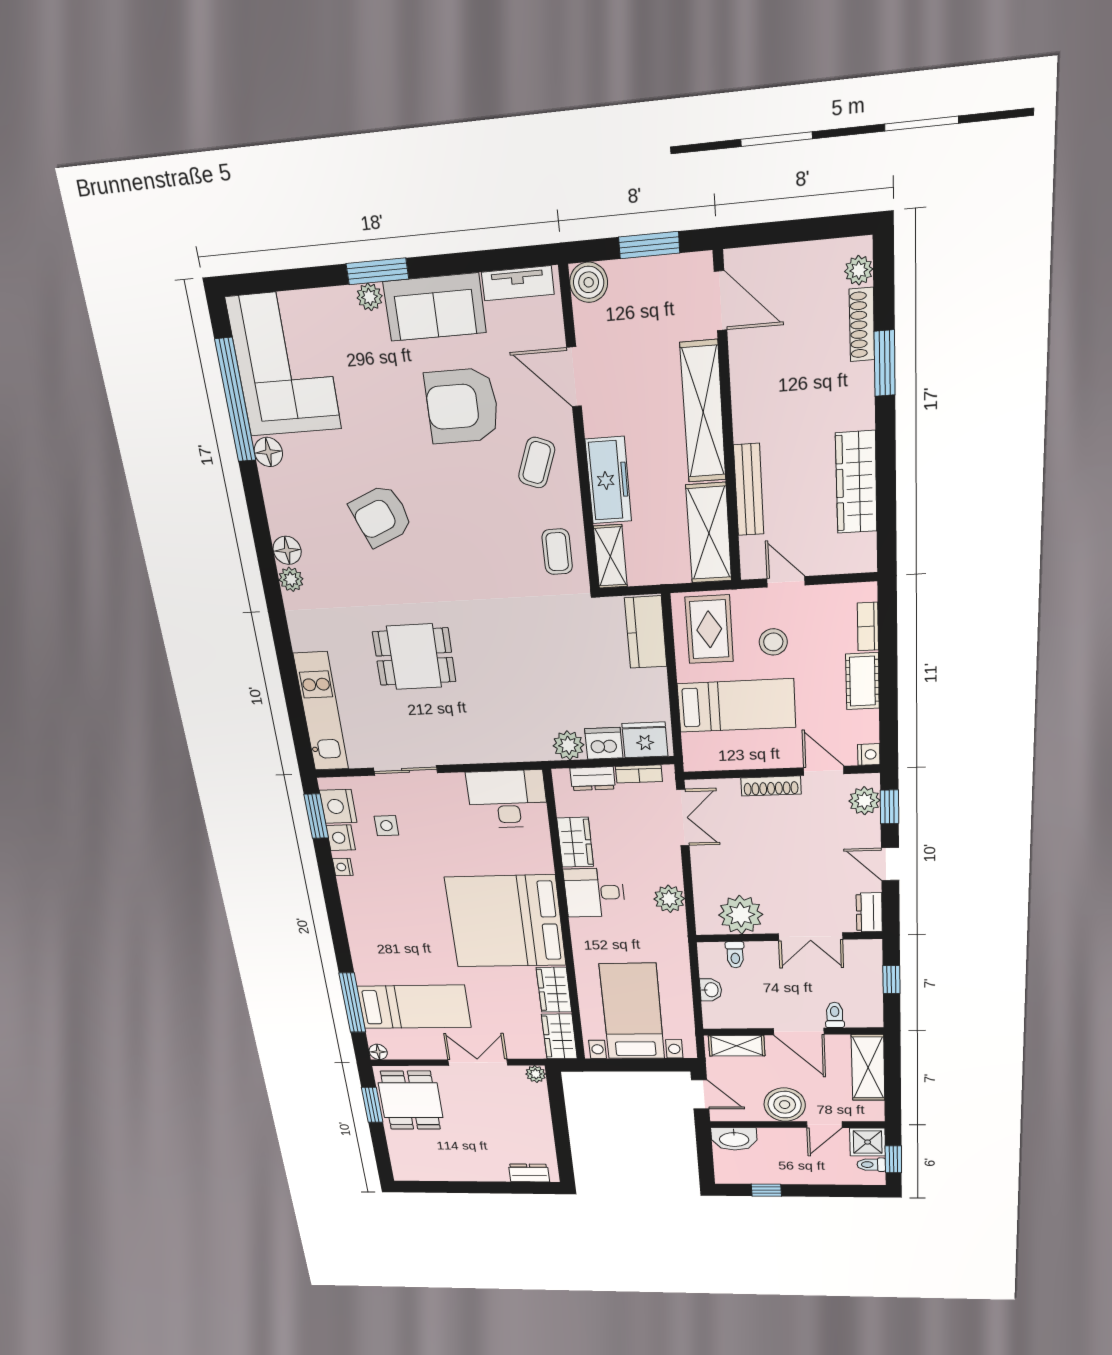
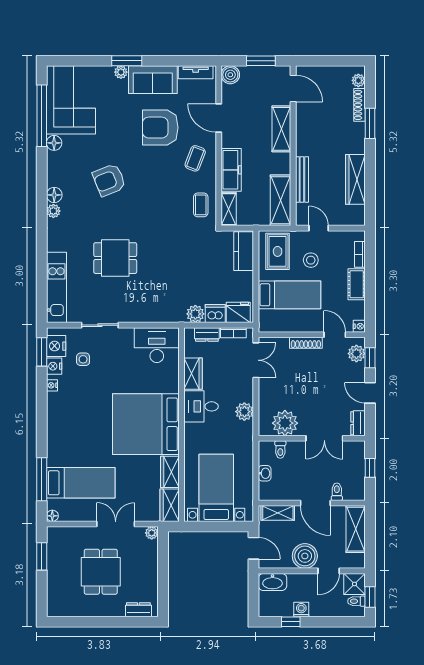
shelving: (703, 412) -> (281, 129), width x0.68
dining table: (410, 1100) -> (101, 572), moved
washing machine: (782, 1175) -> (301, 610), added

